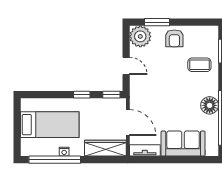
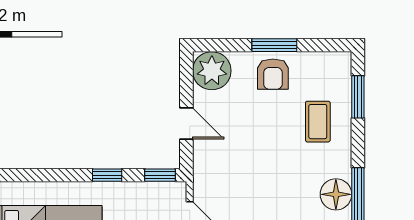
window: (157, 22) -> (274, 45), moved
coffee table: (199, 65) -> (318, 122), turned 90

